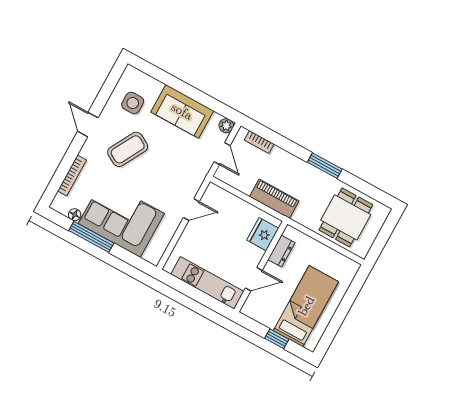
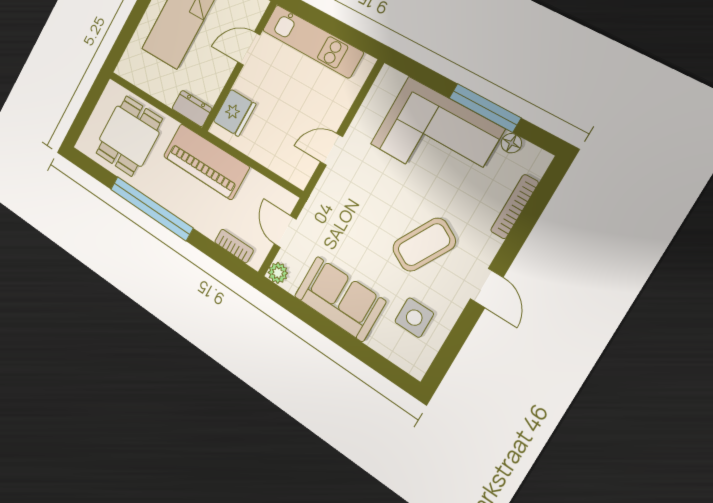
window: (325, 166) -> (151, 208), width x2.11
piano: (274, 199) -> (206, 162), width x1.37, depth x1.33
dresser: (281, 251) -> (192, 109), moved, turned 90

